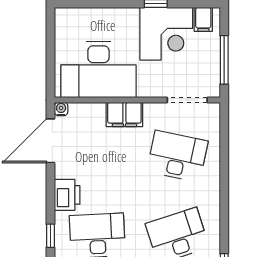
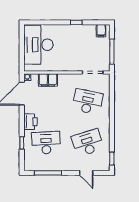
corner desk: (166, 34) -> (82, 38), removed
desk: (98, 69) -> (38, 45), moved, turned 90
filing cabinet: (124, 114) -> (48, 80), moved

